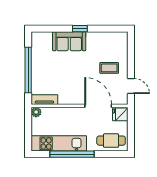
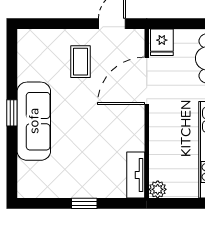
sofa: (69, 41) -> (34, 121), width x1.36
window: (28, 70) -> (84, 203), width x0.32

